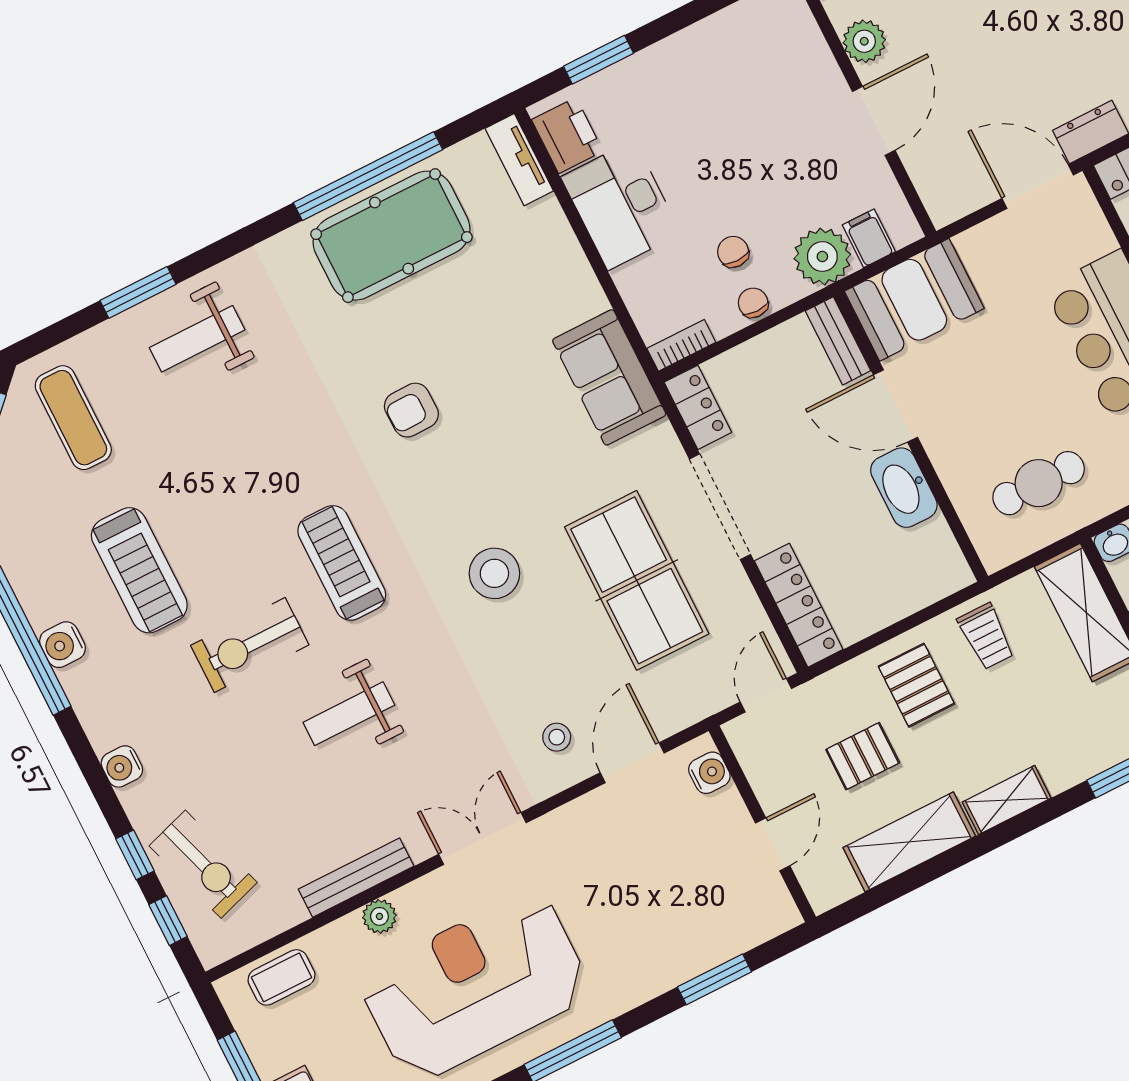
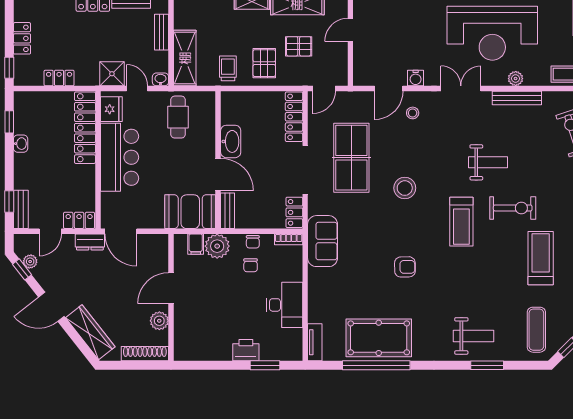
printer: (567, 135) -> (246, 350), moved, turned 90
cafe table: (1039, 483) -> (178, 117), turned 90
water cooler: (709, 773) -> (416, 78), moved, turned -90
double door: (482, 838) -> (461, 88), swing flipped

